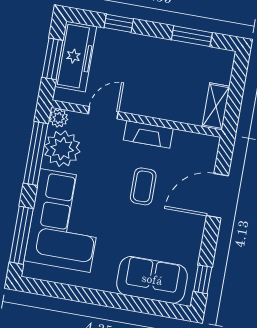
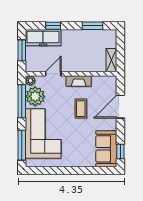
freezer: (76, 57) -> (43, 38), moved, turned 90
sofa: (152, 280) -> (106, 149), moved, turned -90

